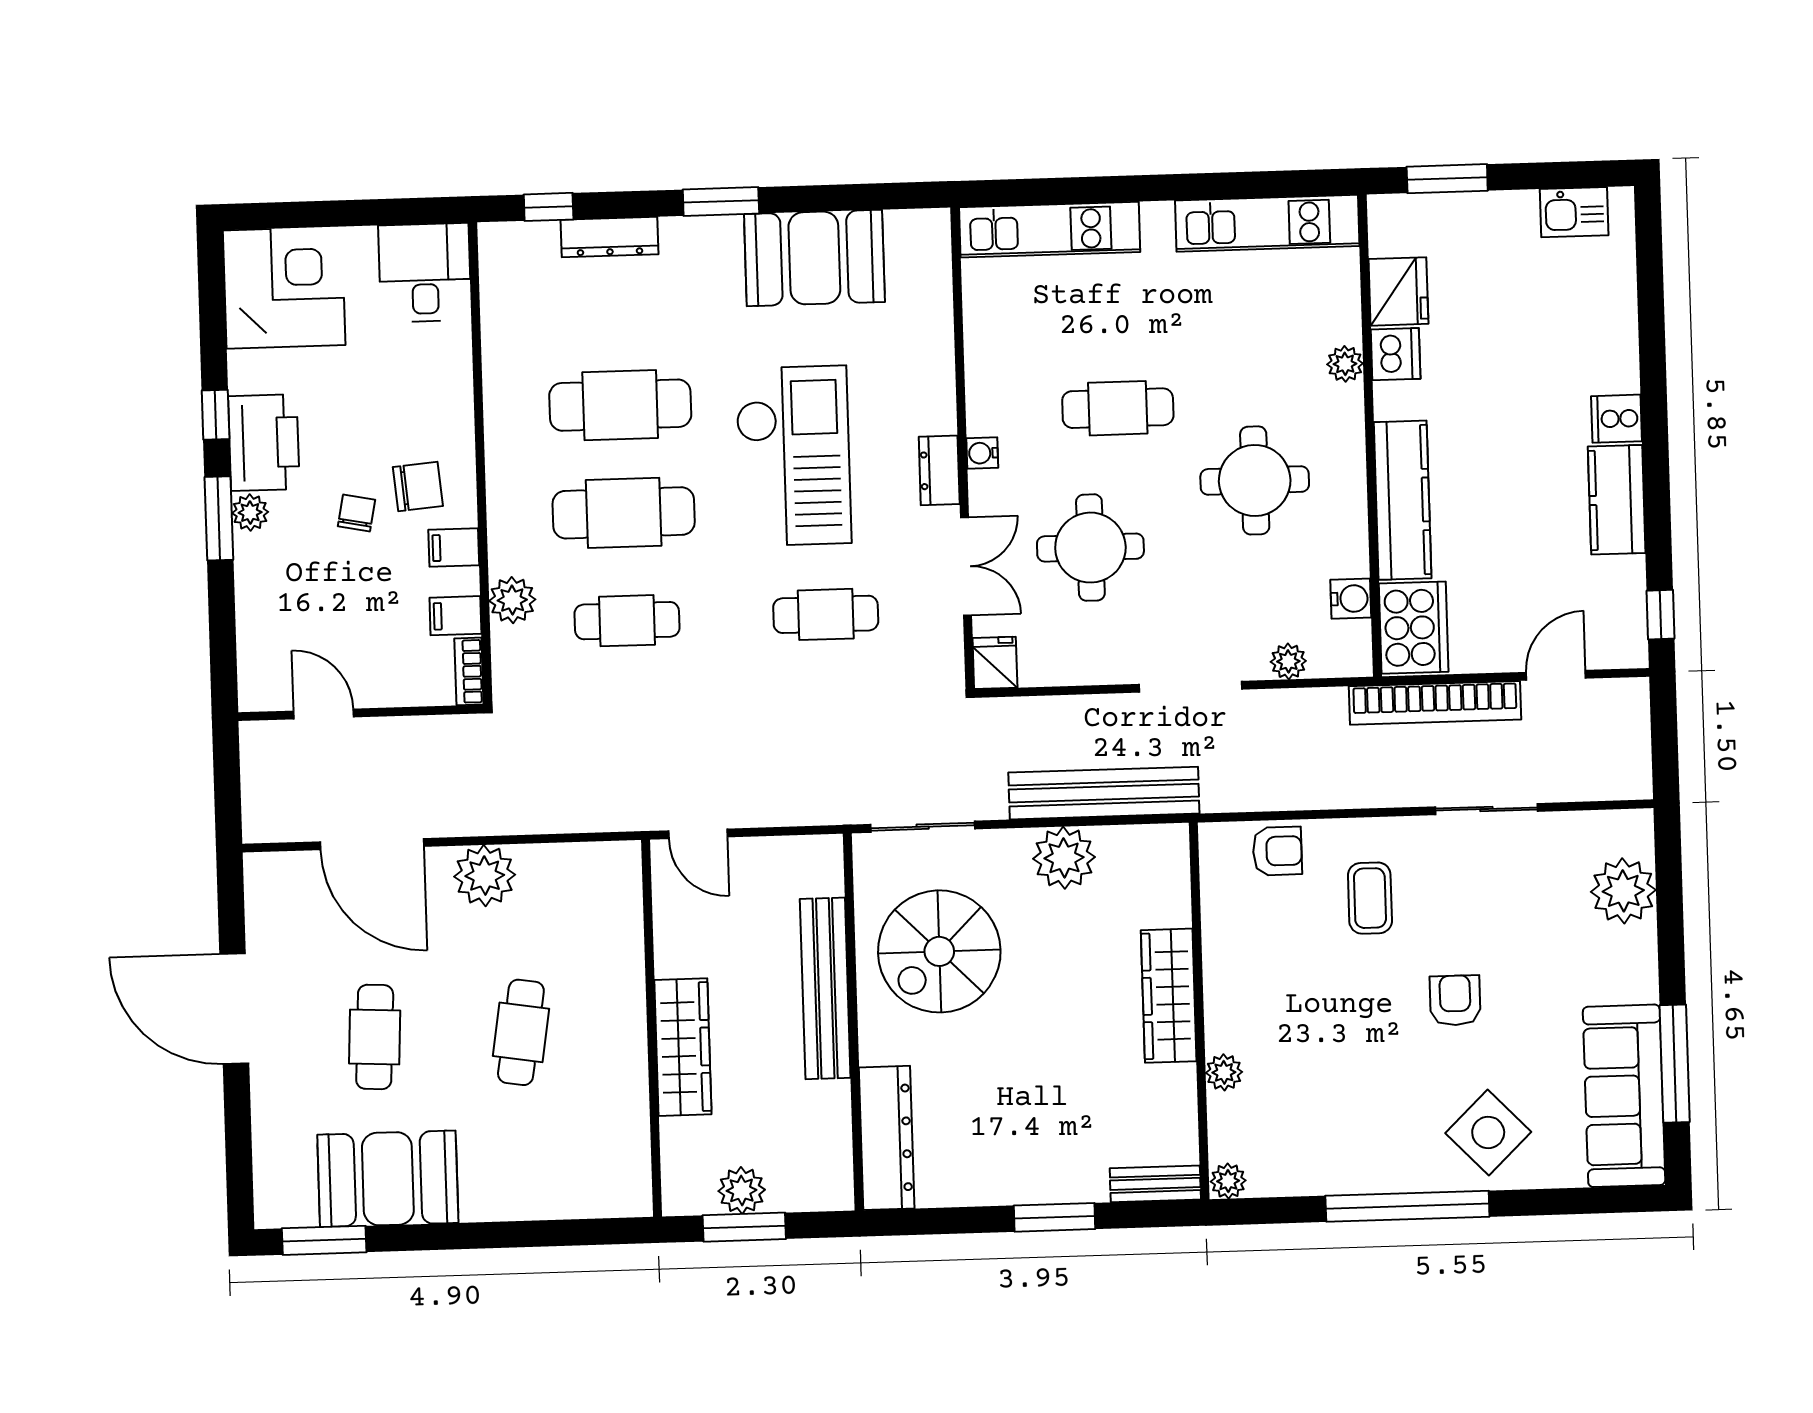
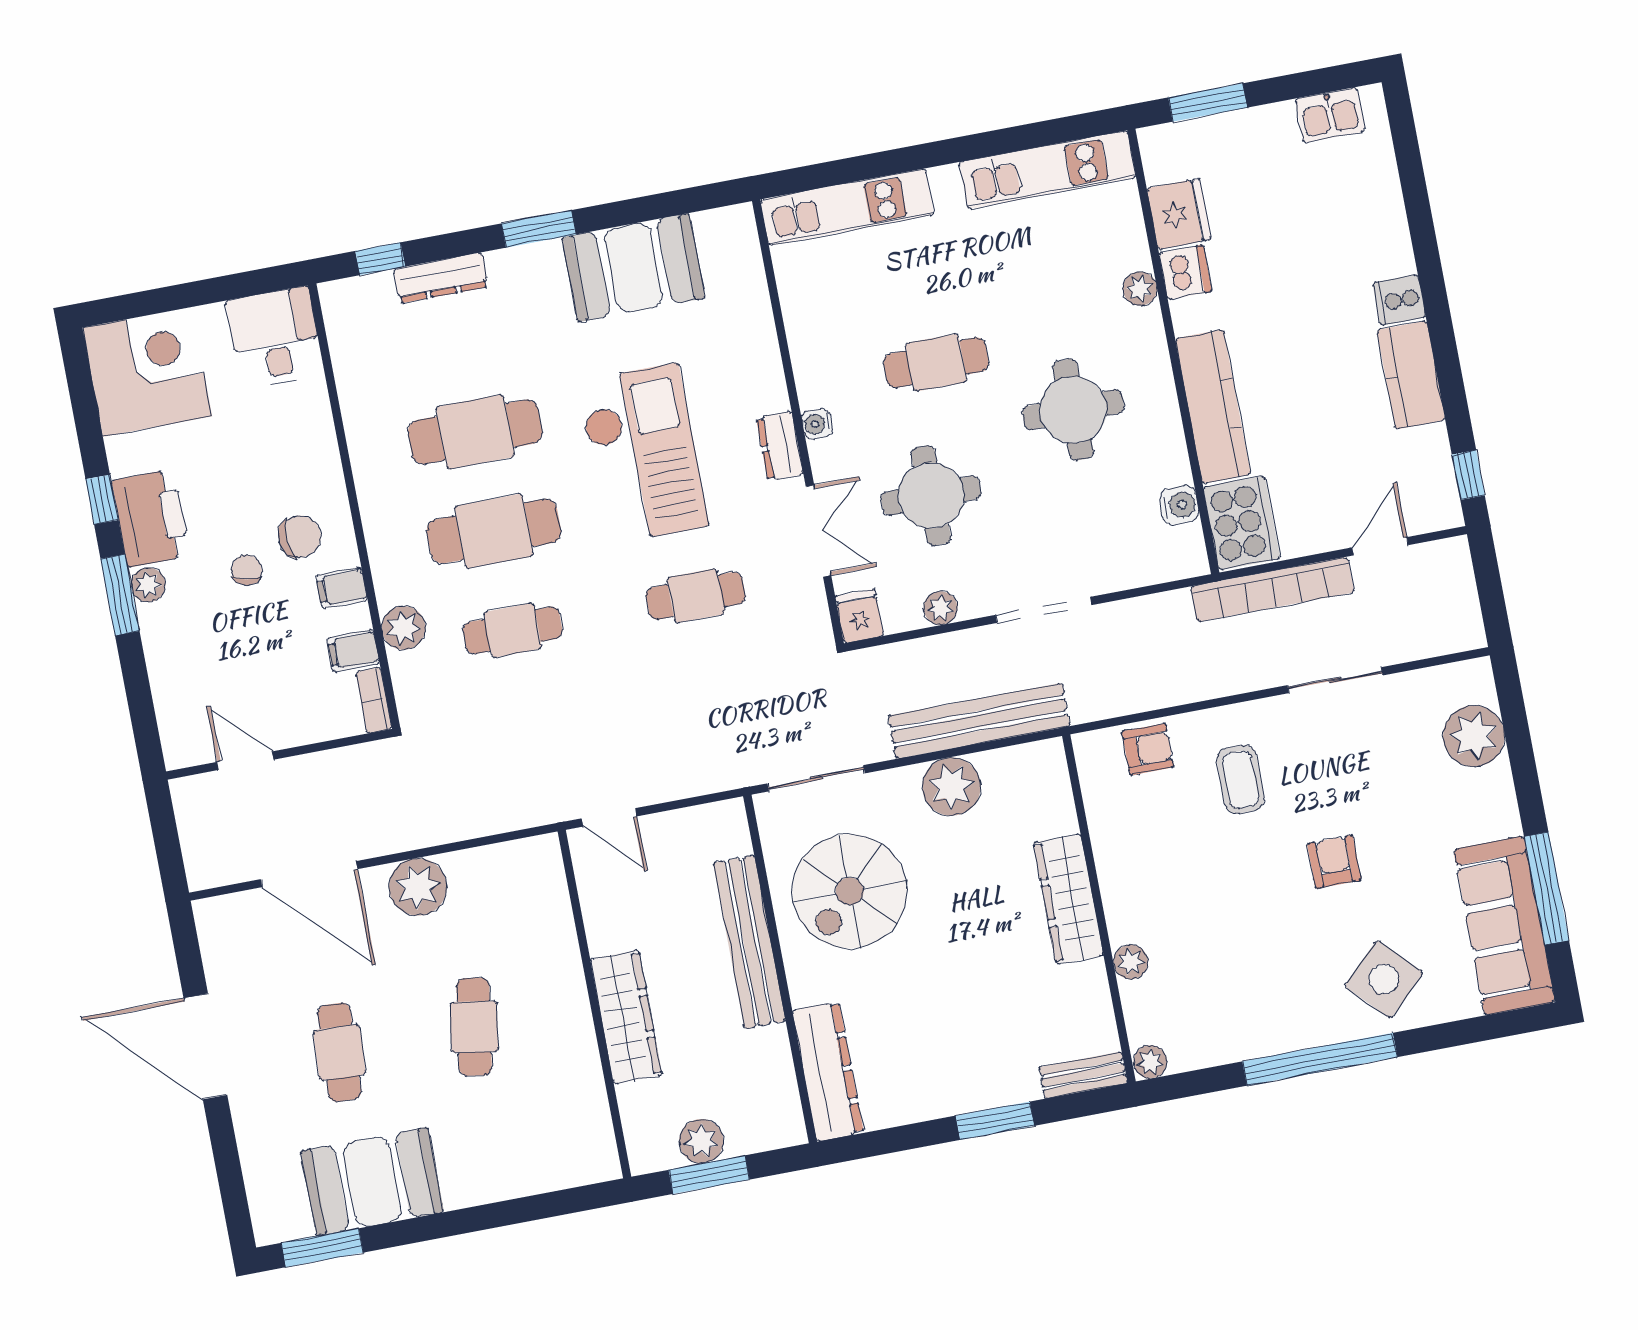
plant: (1288, 661) -> (941, 608), moved

